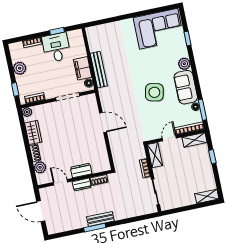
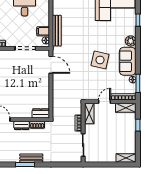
filing cabinet: (83, 68) -> (43, 31), width x0.50
door: (103, 122) -> (51, 65), moved
dresser: (81, 170) -> (41, 113), moved

